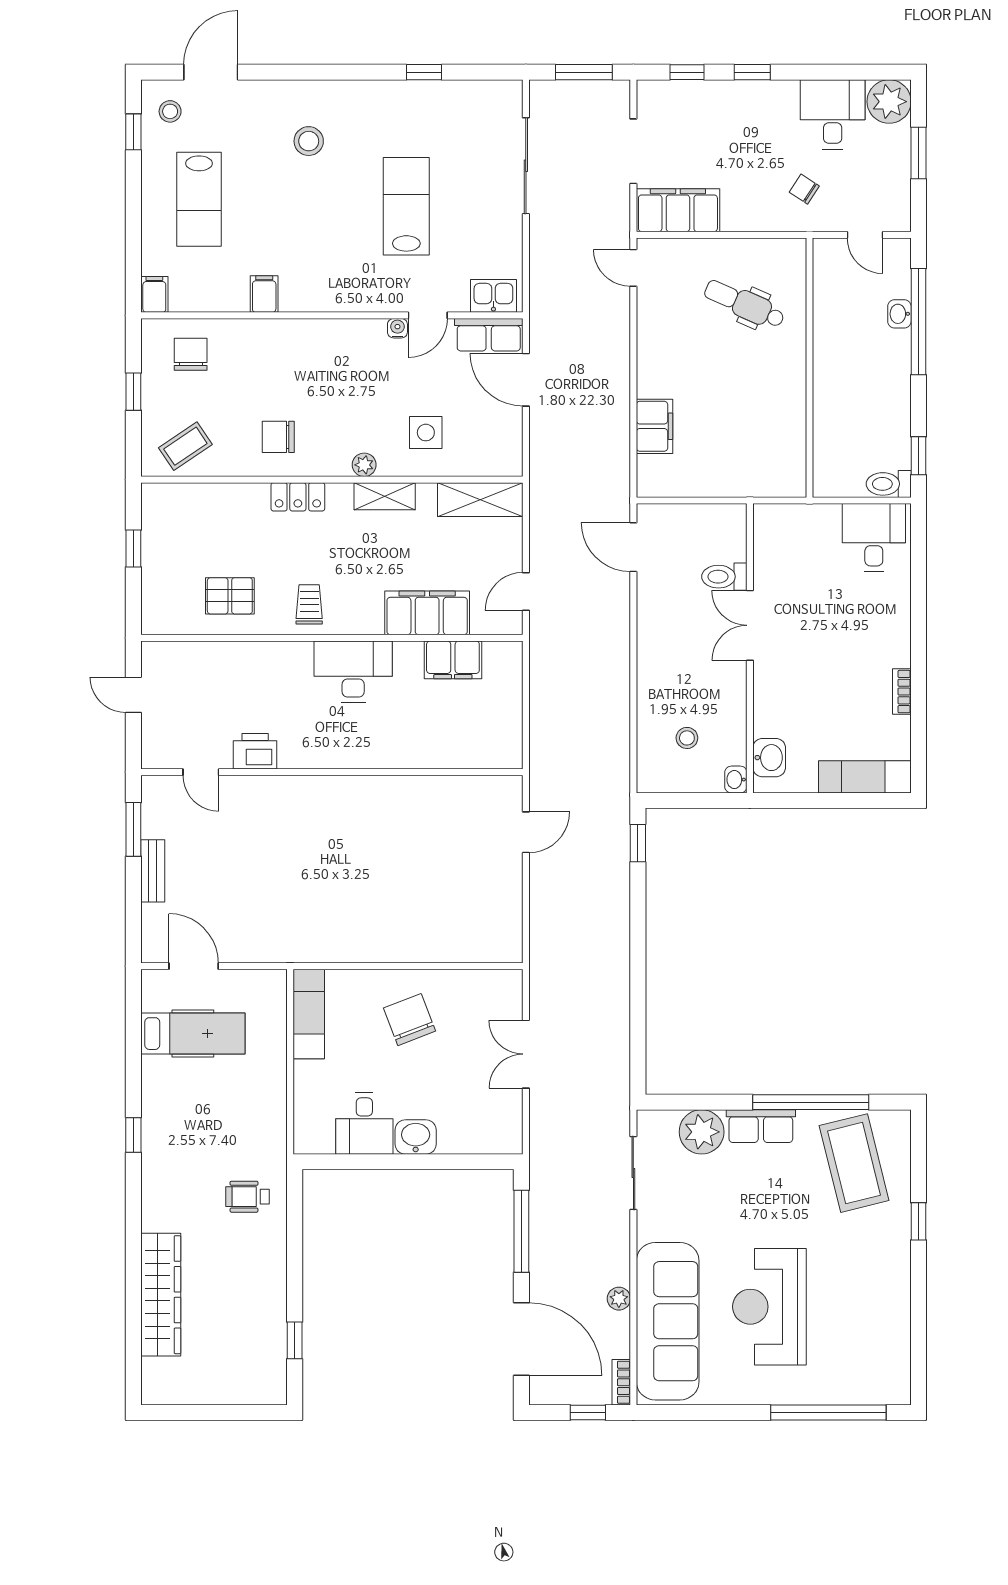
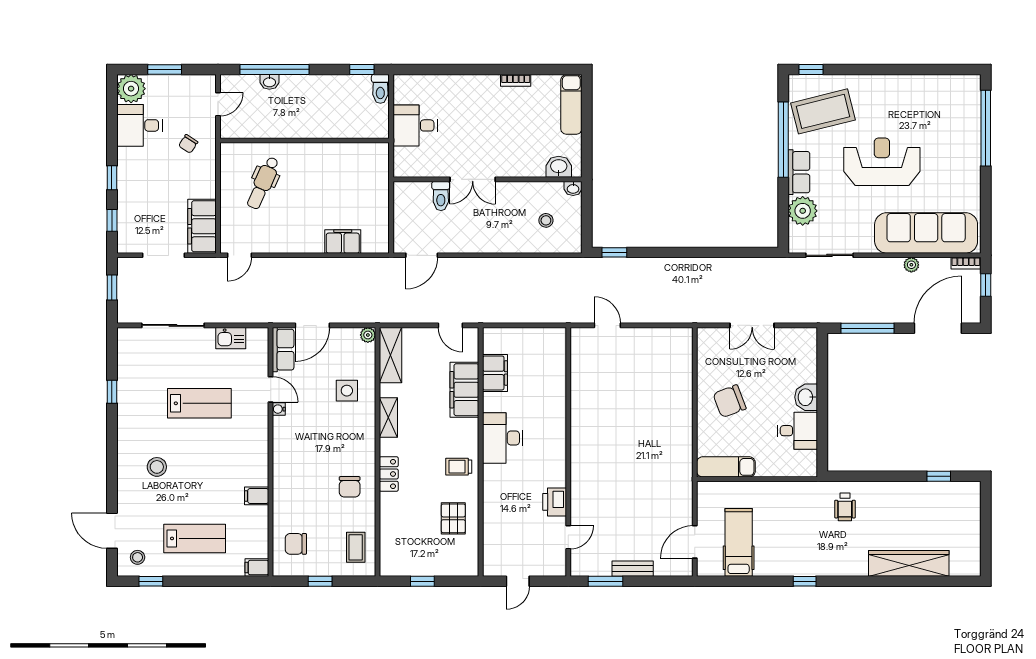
window: (584, 72) -> (112, 287), width x0.67
lab bench: (406, 206) -> (199, 403), turned 180
kitchen sink: (493, 296) -> (231, 338), moved, turned -90
coffee table: (185, 446) -> (356, 547), turned 34
plant: (364, 465) -> (368, 335), moved
desk: (874, 537) -> (415, 125), moved
window: (918, 1221) -> (811, 69), moved
reception desk: (769, 1307) -> (882, 162), moved, turned 180

